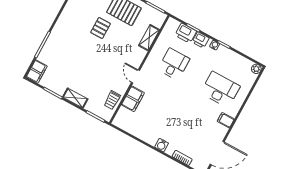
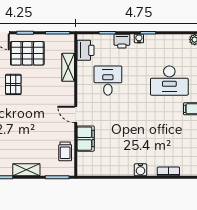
printer: (186, 33) -> (85, 50), moved, turned -90
desk: (220, 89) -> (169, 81), turned 180

